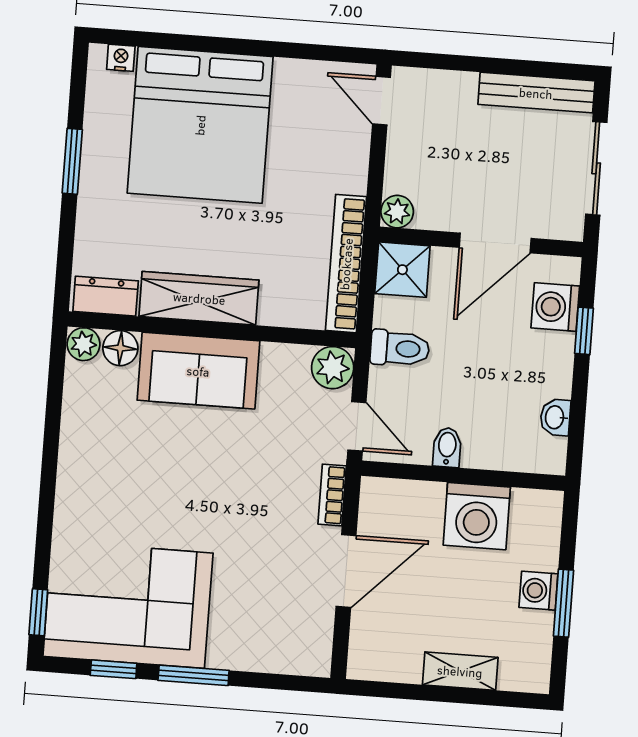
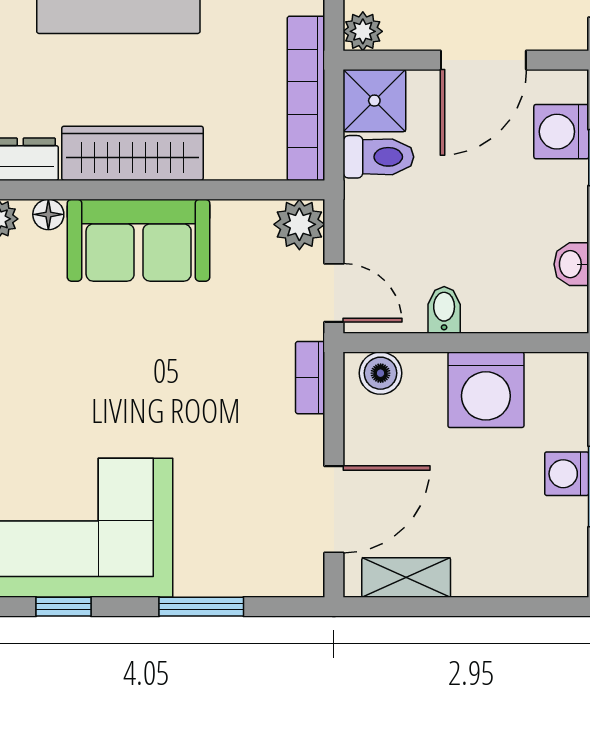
floor lamp: (120, 348) -> (48, 214), width x0.73, depth x0.73
toilet: (400, 348) -> (378, 157), moved
boiler: (391, 496) -> (381, 373), added
door: (346, 571) -> (334, 509), moved
shelving: (460, 671) -> (406, 577), moved
window: (194, 675) -> (201, 607), moved

